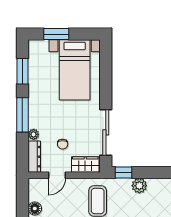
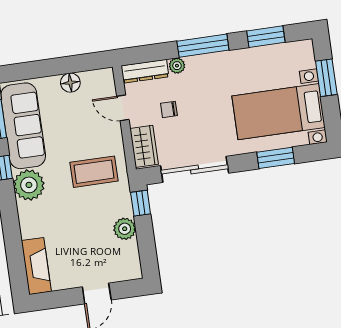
window: (106, 76) -> (276, 158), added

